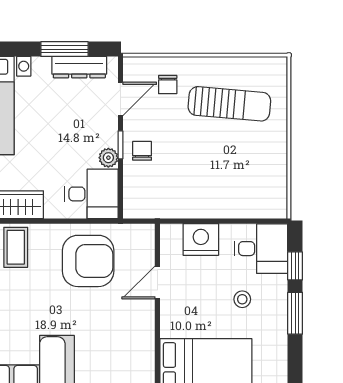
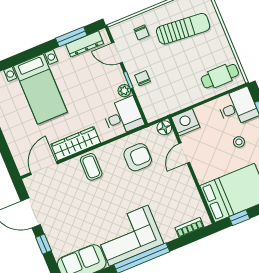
door: (120, 99) -> (117, 53), swing flipped
cafe table: (254, 194) -> (220, 76), added
floor lamp: (144, 235) -> (164, 128), added
nightstand: (201, 239) -> (186, 122), moved
armchair: (88, 261) -> (138, 157), width x0.73, depth x0.73

